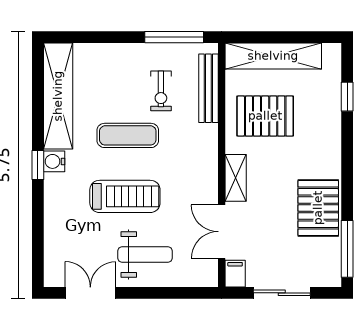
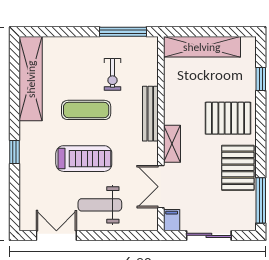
bench: (208, 88) -> (150, 114), moved
pallet: (265, 116) -> (228, 118), moved
water cooler: (54, 161) -> (27, 131), removed
window: (38, 165) -> (14, 152), moved
weight bench: (145, 255) -> (100, 205), turned 180

